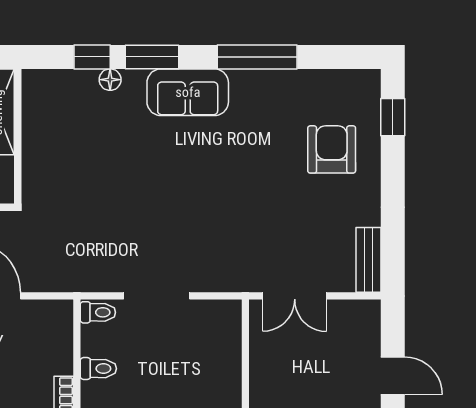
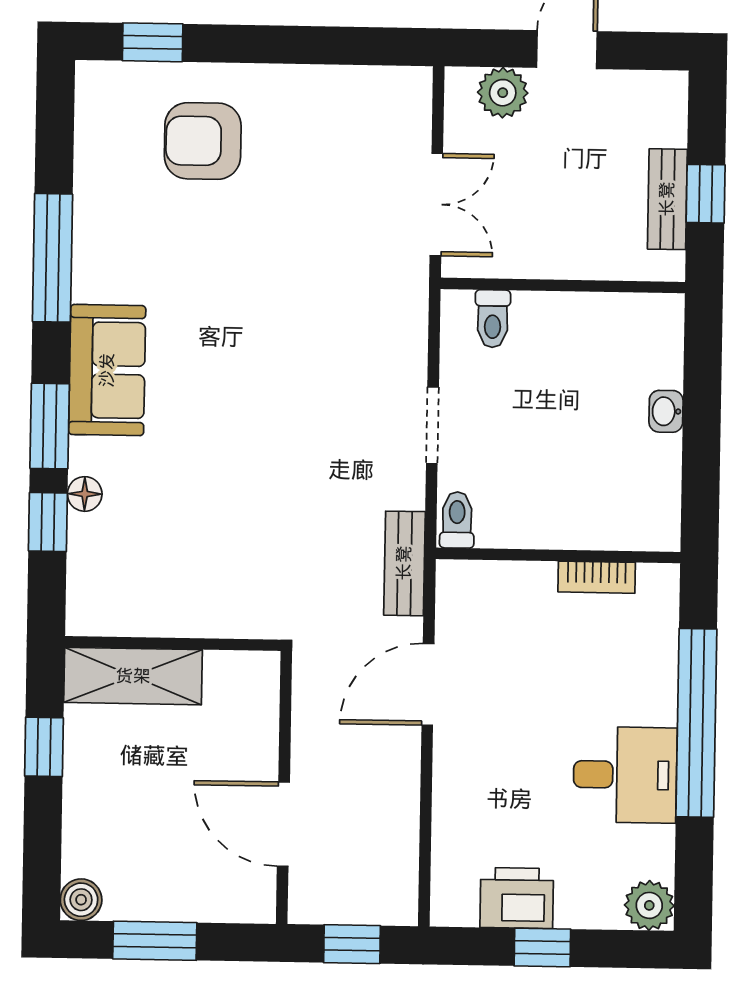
bench: (368, 260) -> (404, 563), moved, turned 90
doorway: (157, 296) -> (432, 425), width x0.73
plant: (365, 336) -> (503, 93), added
toilet: (98, 369) -> (493, 319), moved, turned 180

